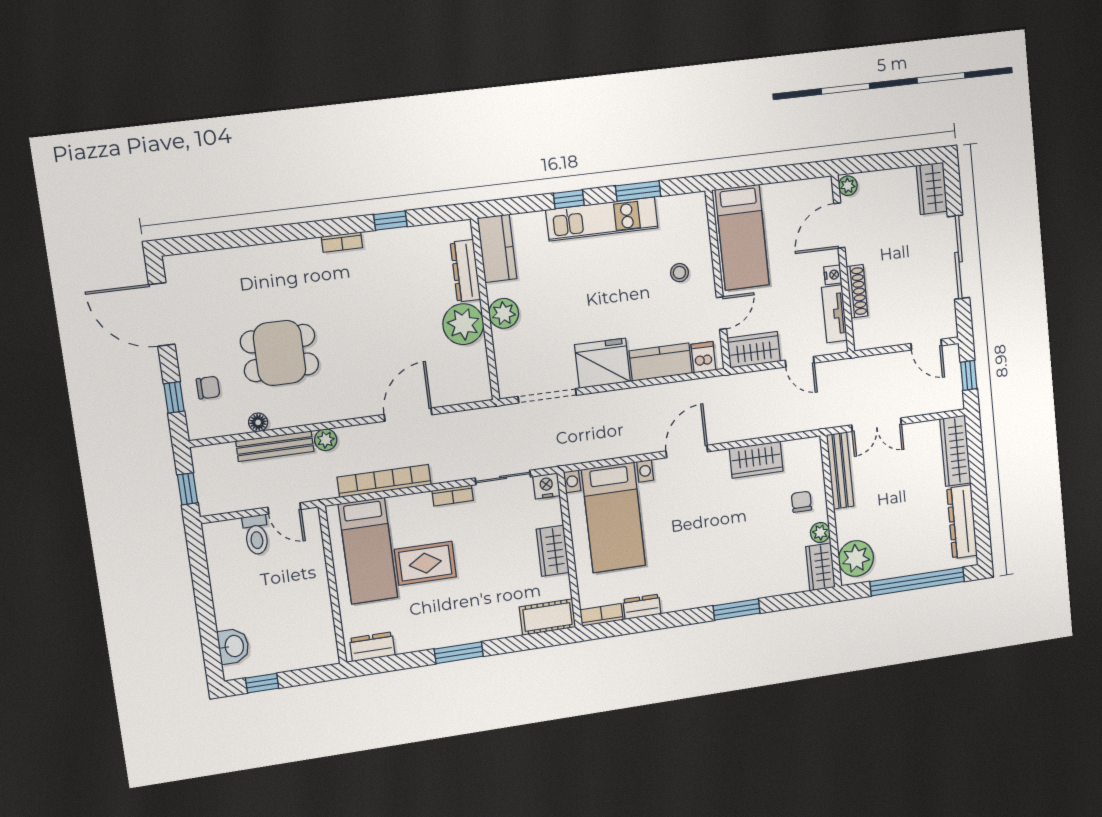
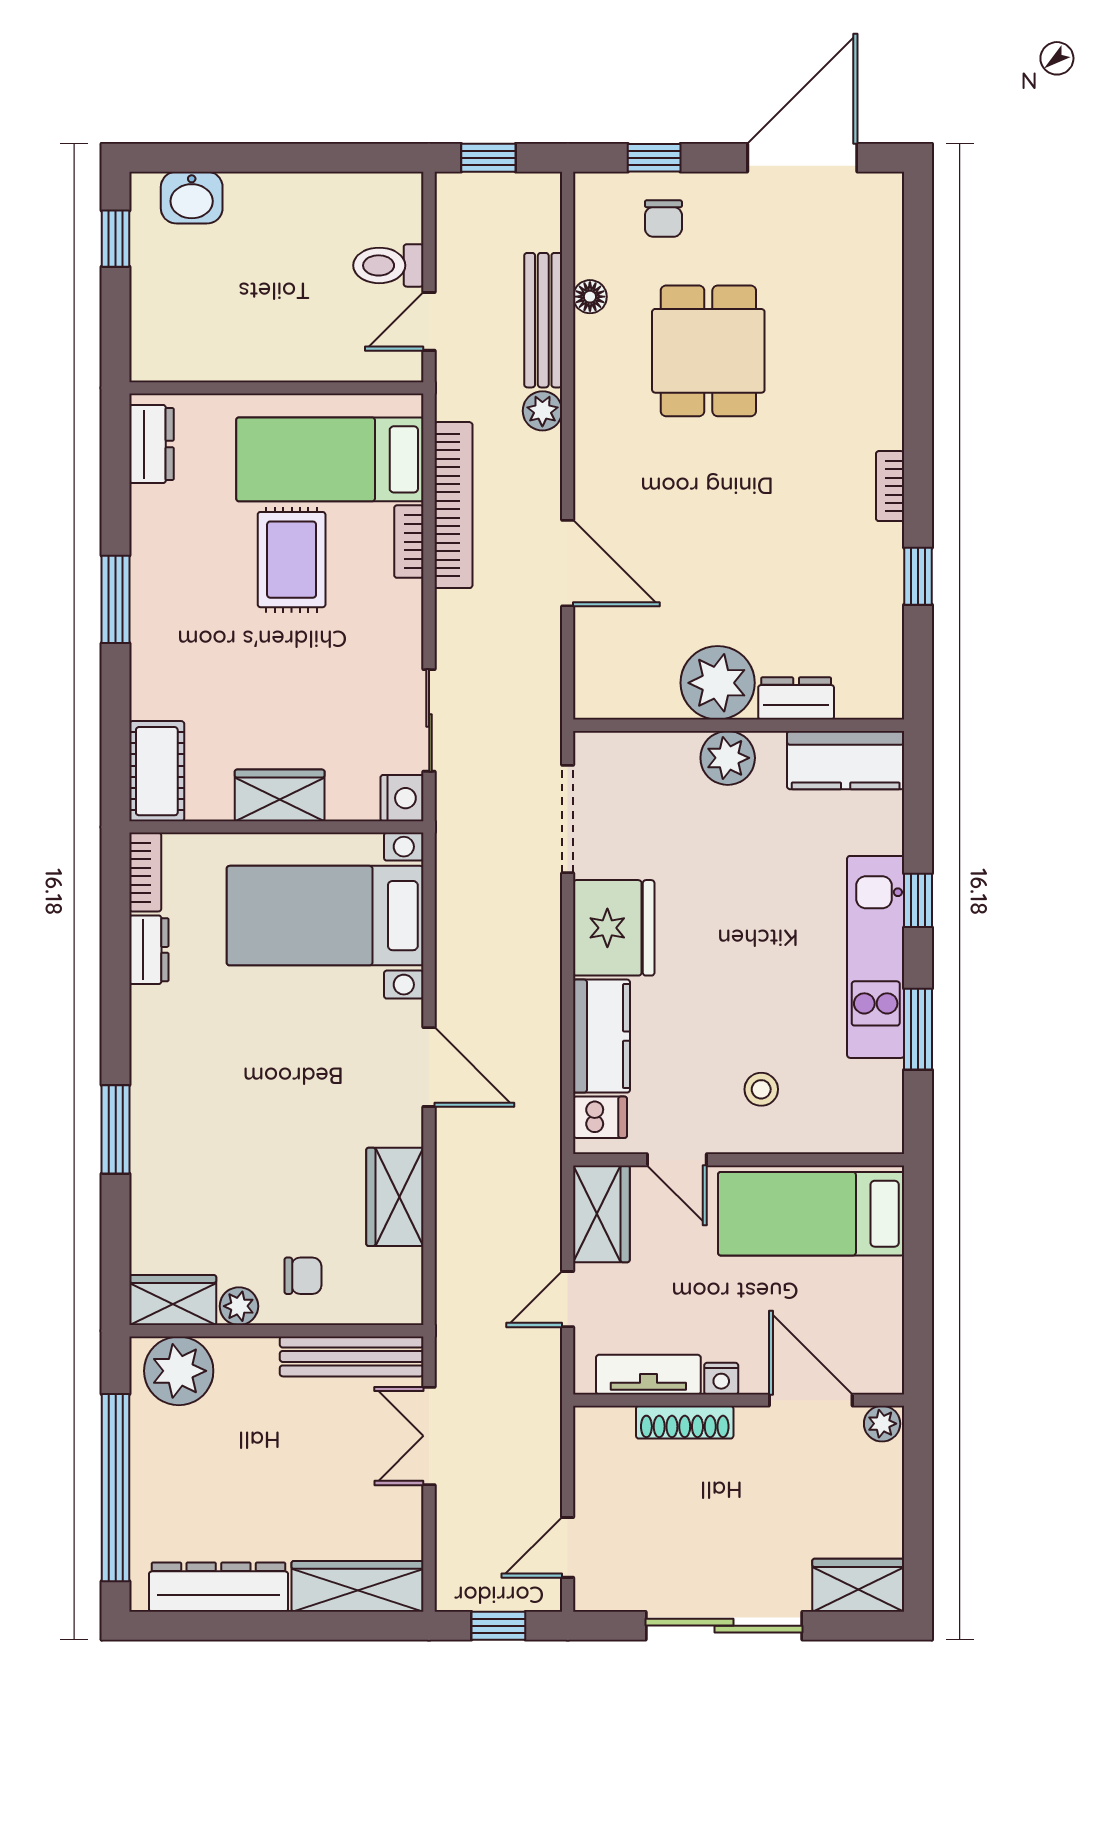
dresser: (465, 271) -> (796, 698), width x0.70
bookcase: (453, 496) -> (409, 542), moved

